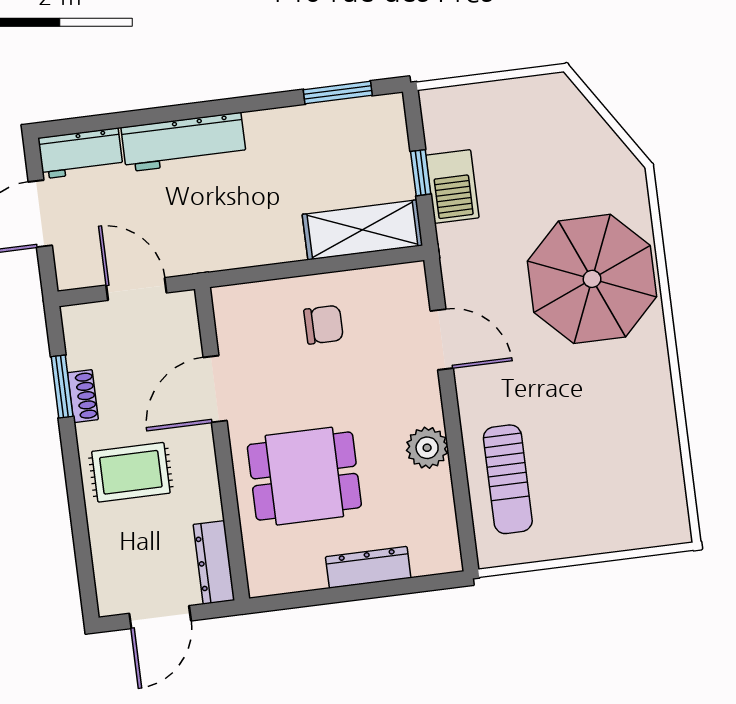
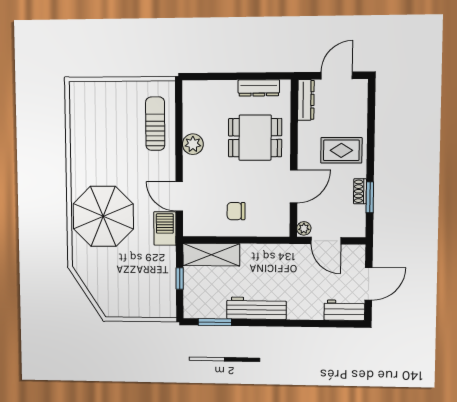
workbench: (184, 142) -> (256, 308), moved
barbecue: (452, 186) -> (165, 229), moved
plant: (184, 308) -> (304, 228), added
dresser: (368, 567) -> (259, 88), moved

